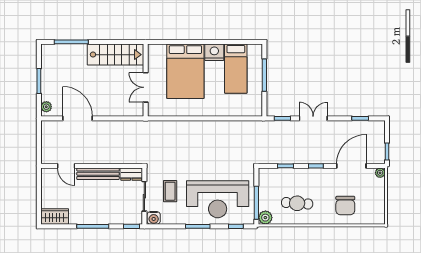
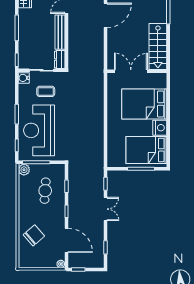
bed: (236, 69) -> (146, 150), width x1.50
double door: (146, 87) -> (131, 71), width x1.37
cafe table: (297, 203) -> (45, 191), moved
chair: (345, 206) -> (34, 235), turned 139

